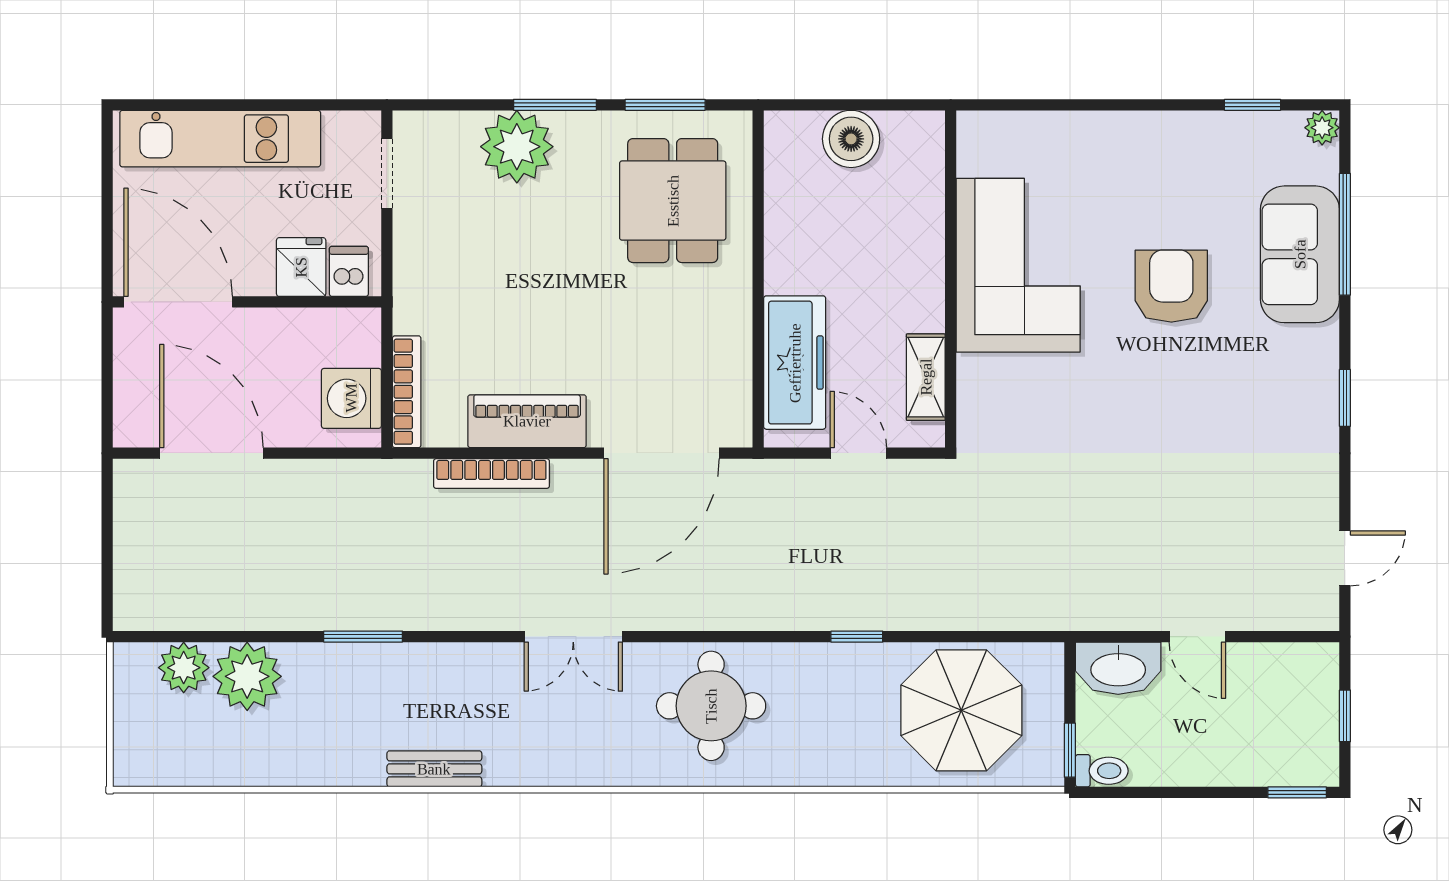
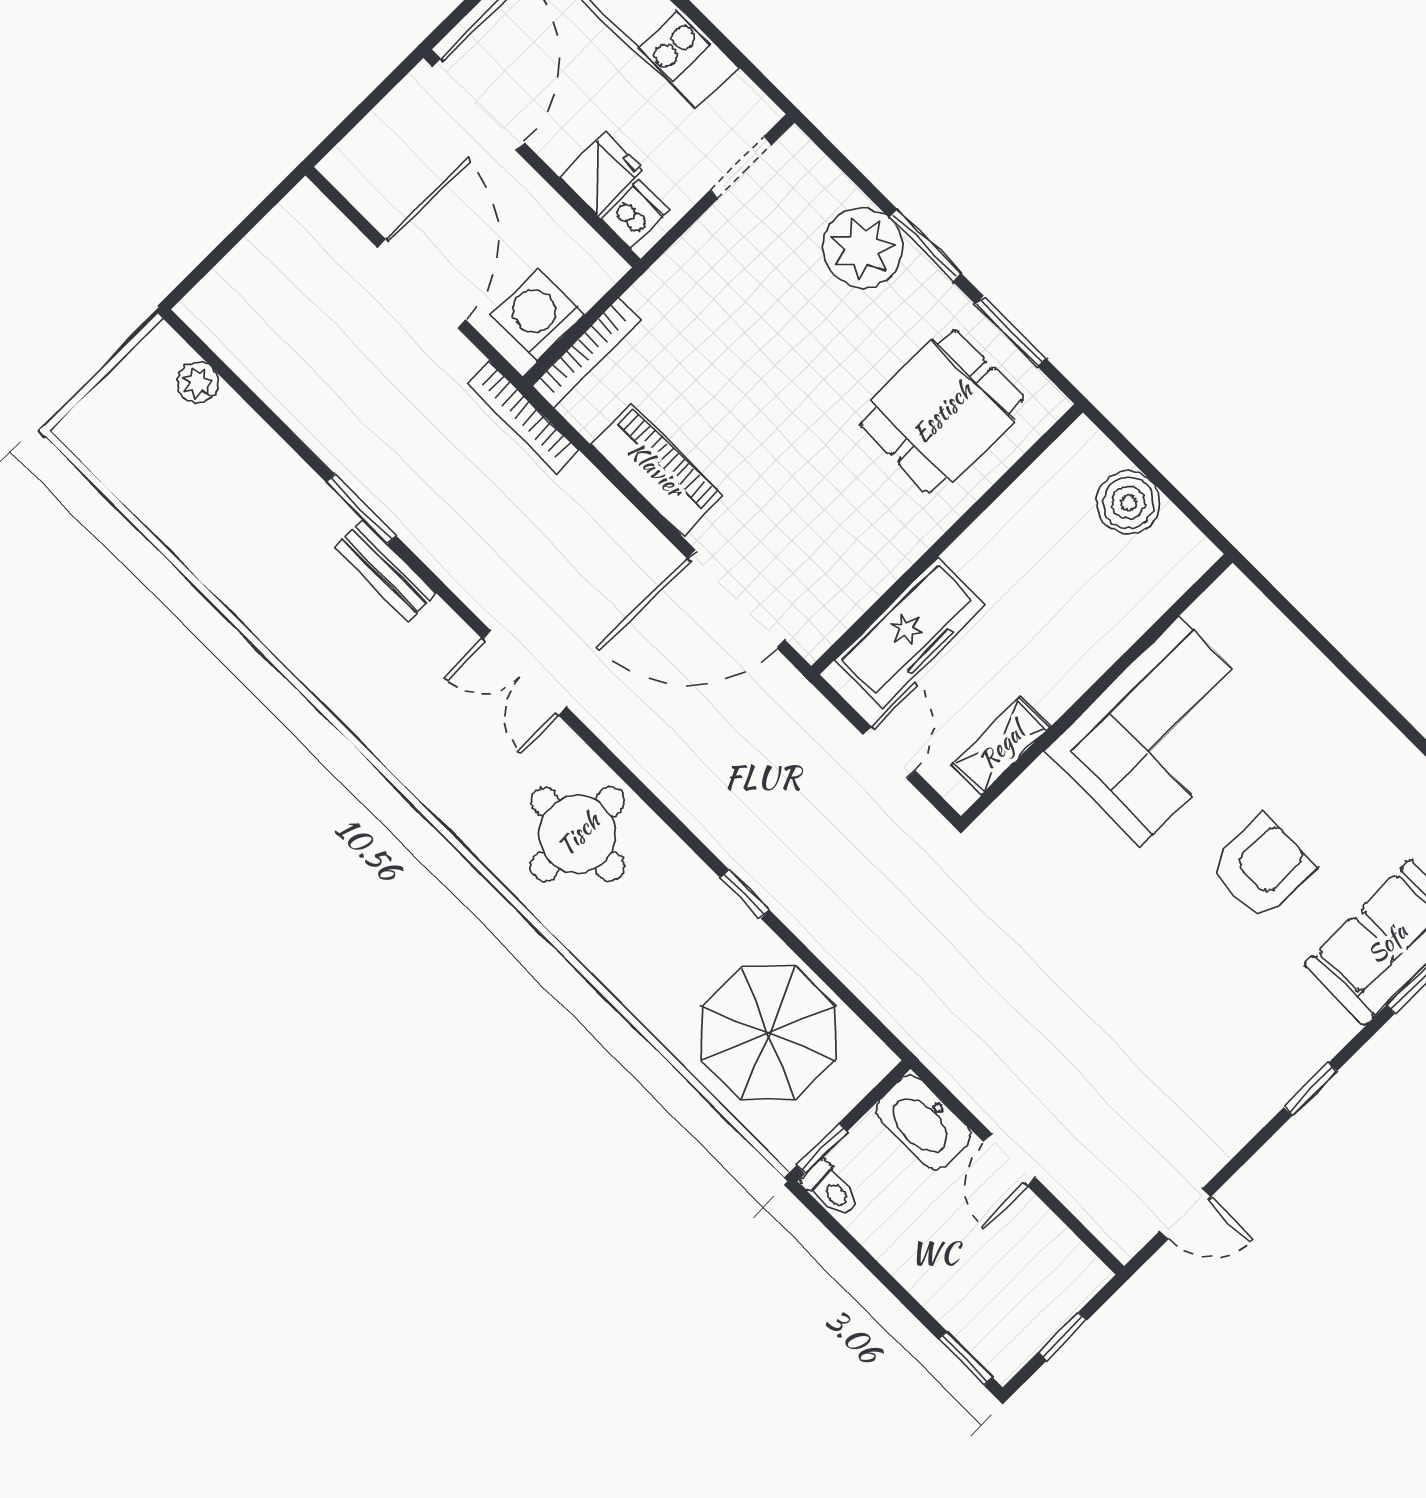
door: (211, 453) -> (422, 284), moved
bookcase: (491, 474) -> (523, 417), moved
plant: (184, 668) -> (198, 382), width x0.73, depth x0.73
plant: (247, 676) -> (240, 449), removed
bench: (434, 769) -> (386, 570), moved

